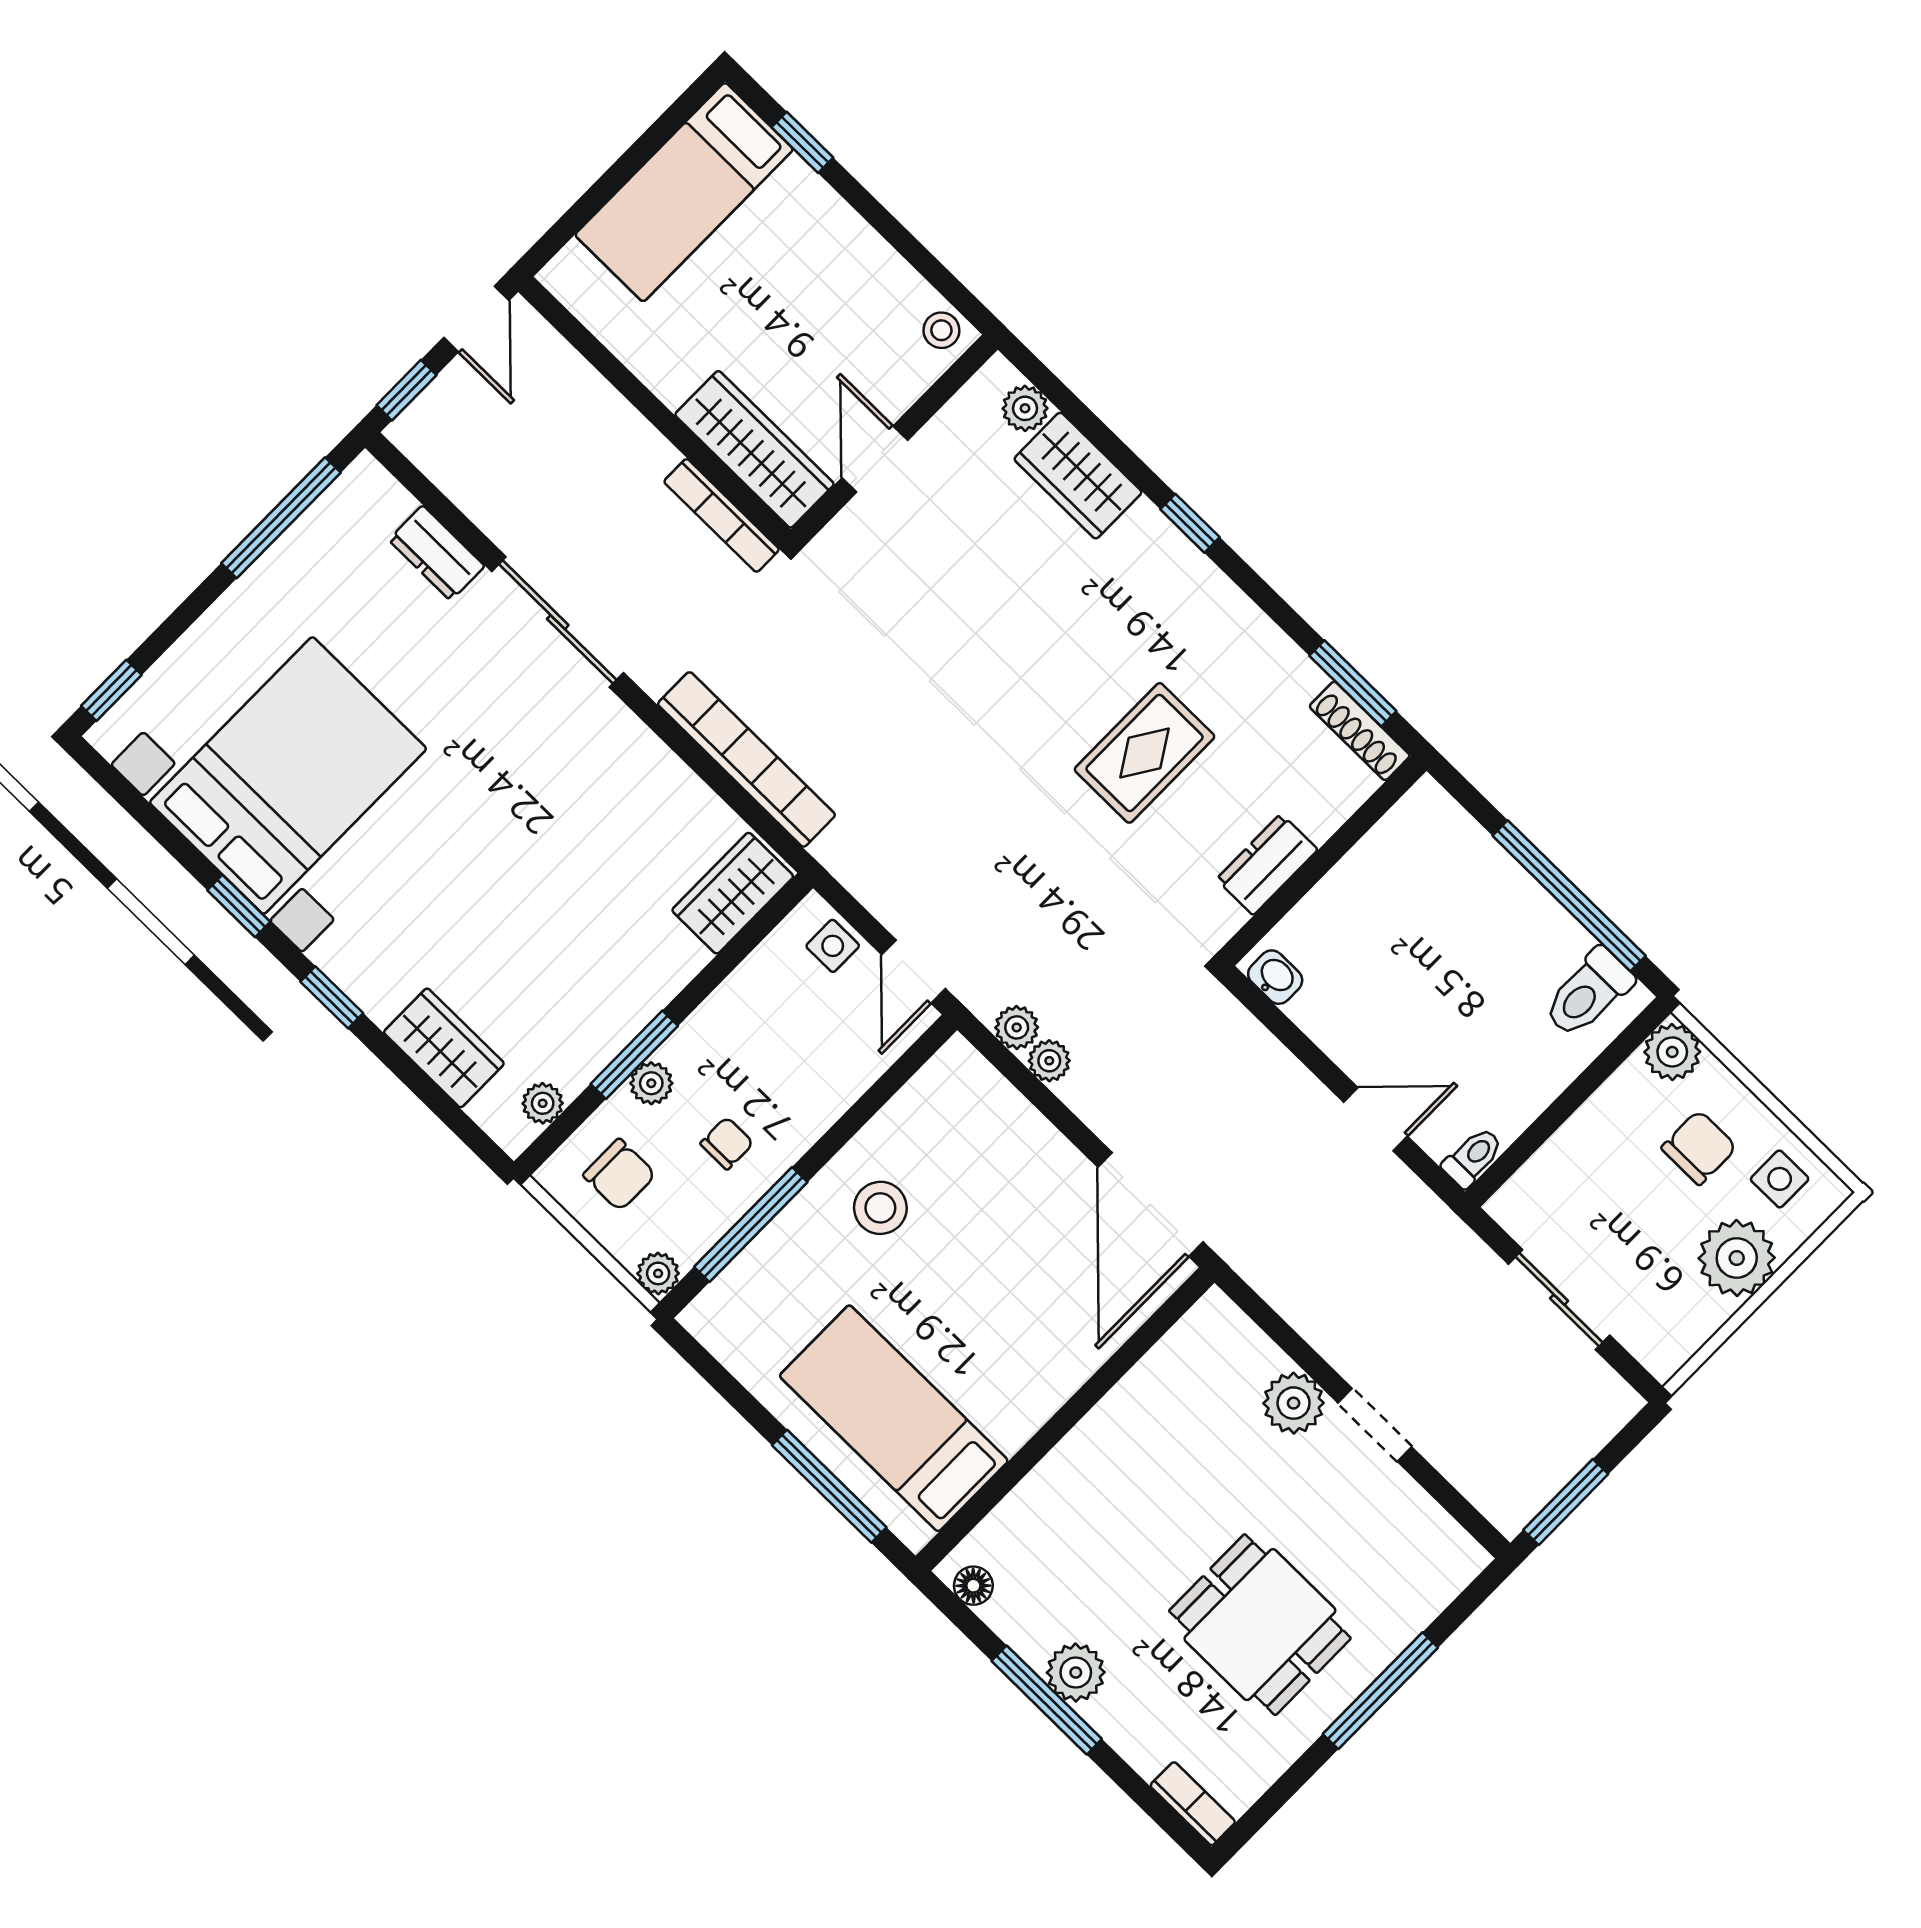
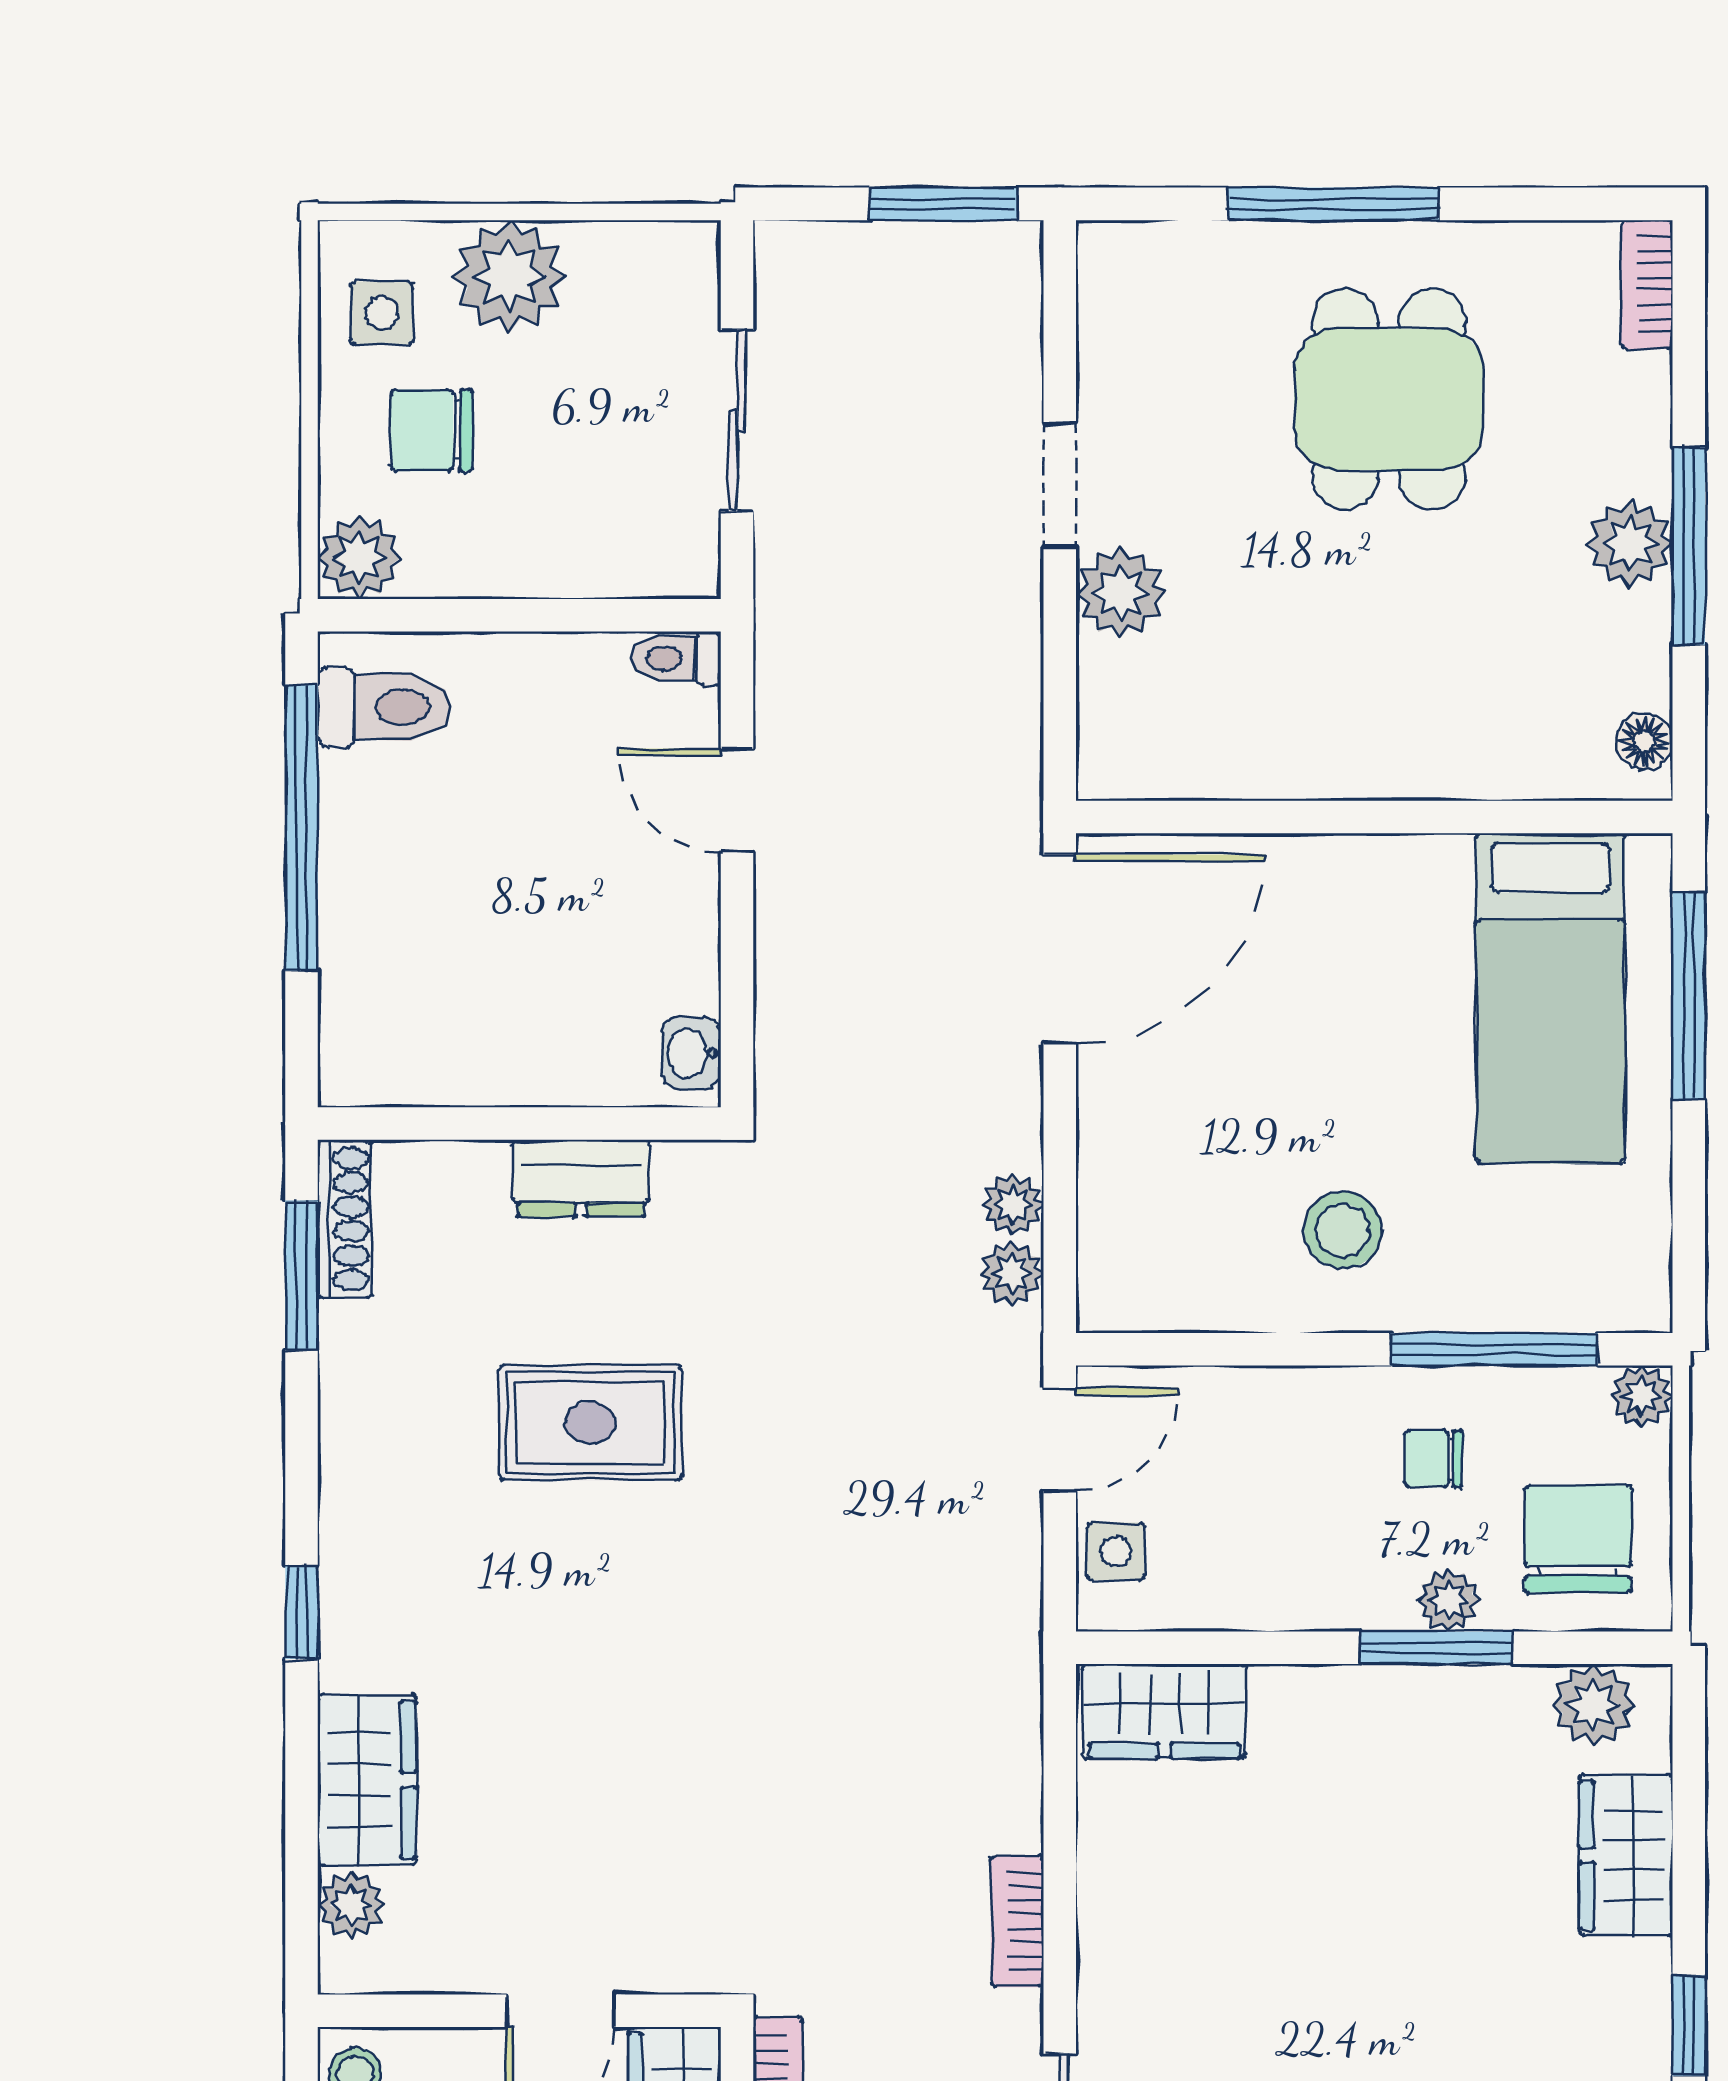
bookcase: (746, 759) -> (1017, 1921), width x0.43, depth x0.76
plant: (543, 1103) -> (1593, 1705), width x1.38, depth x1.38
chair: (619, 1175) -> (1578, 1539), width x1.37, depth x1.37

